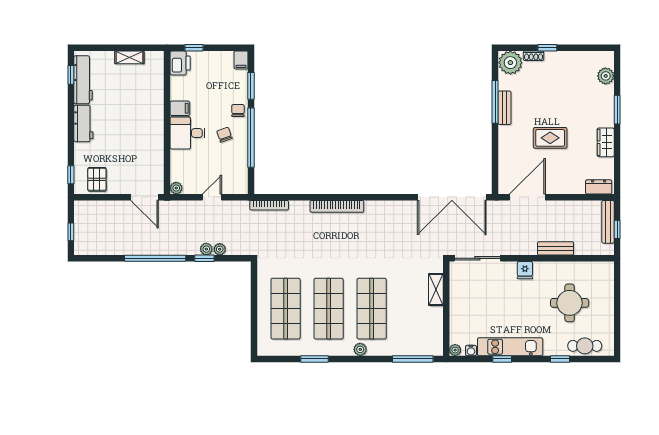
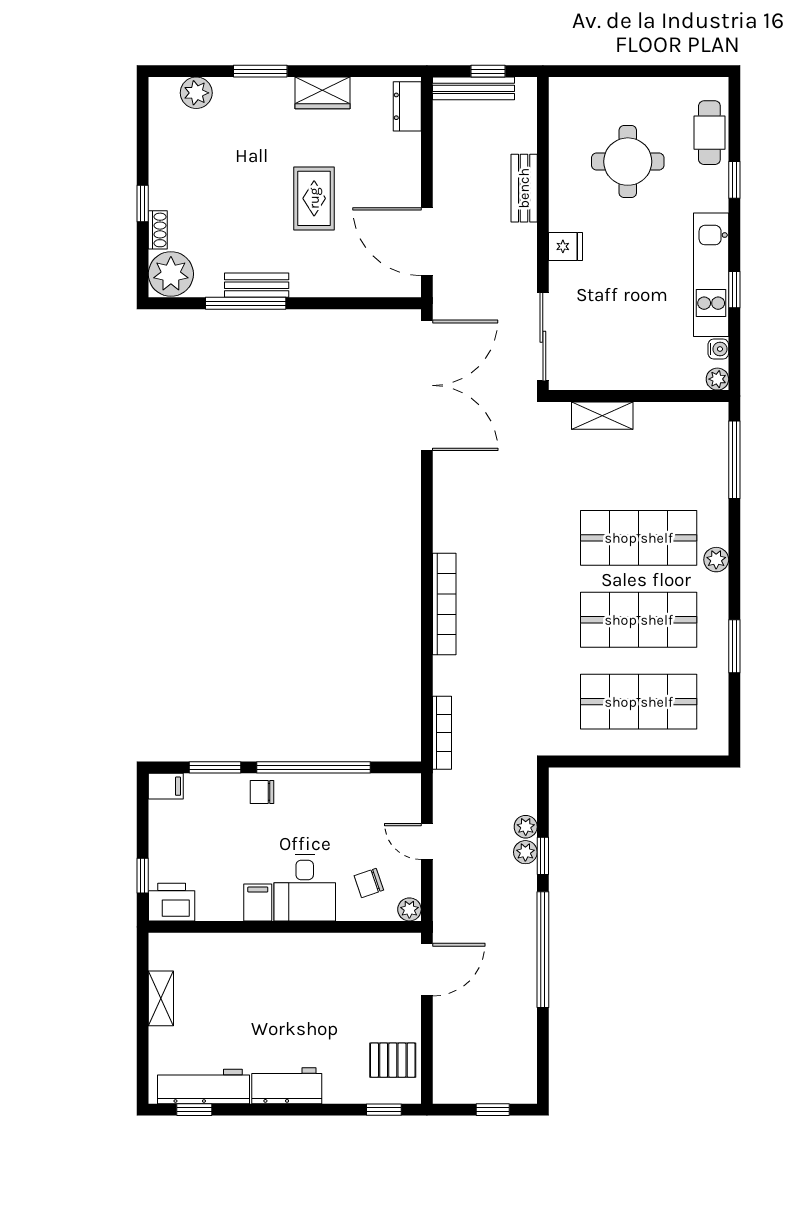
chair: (224, 135) -> (369, 883), moved

